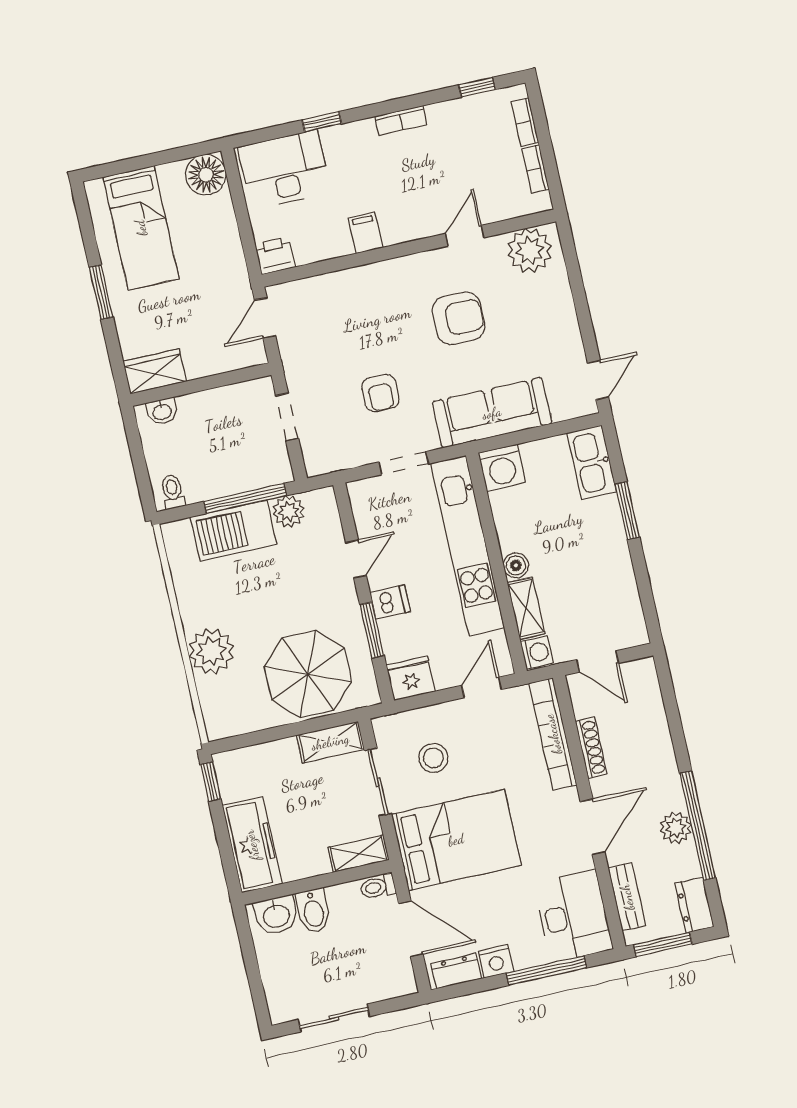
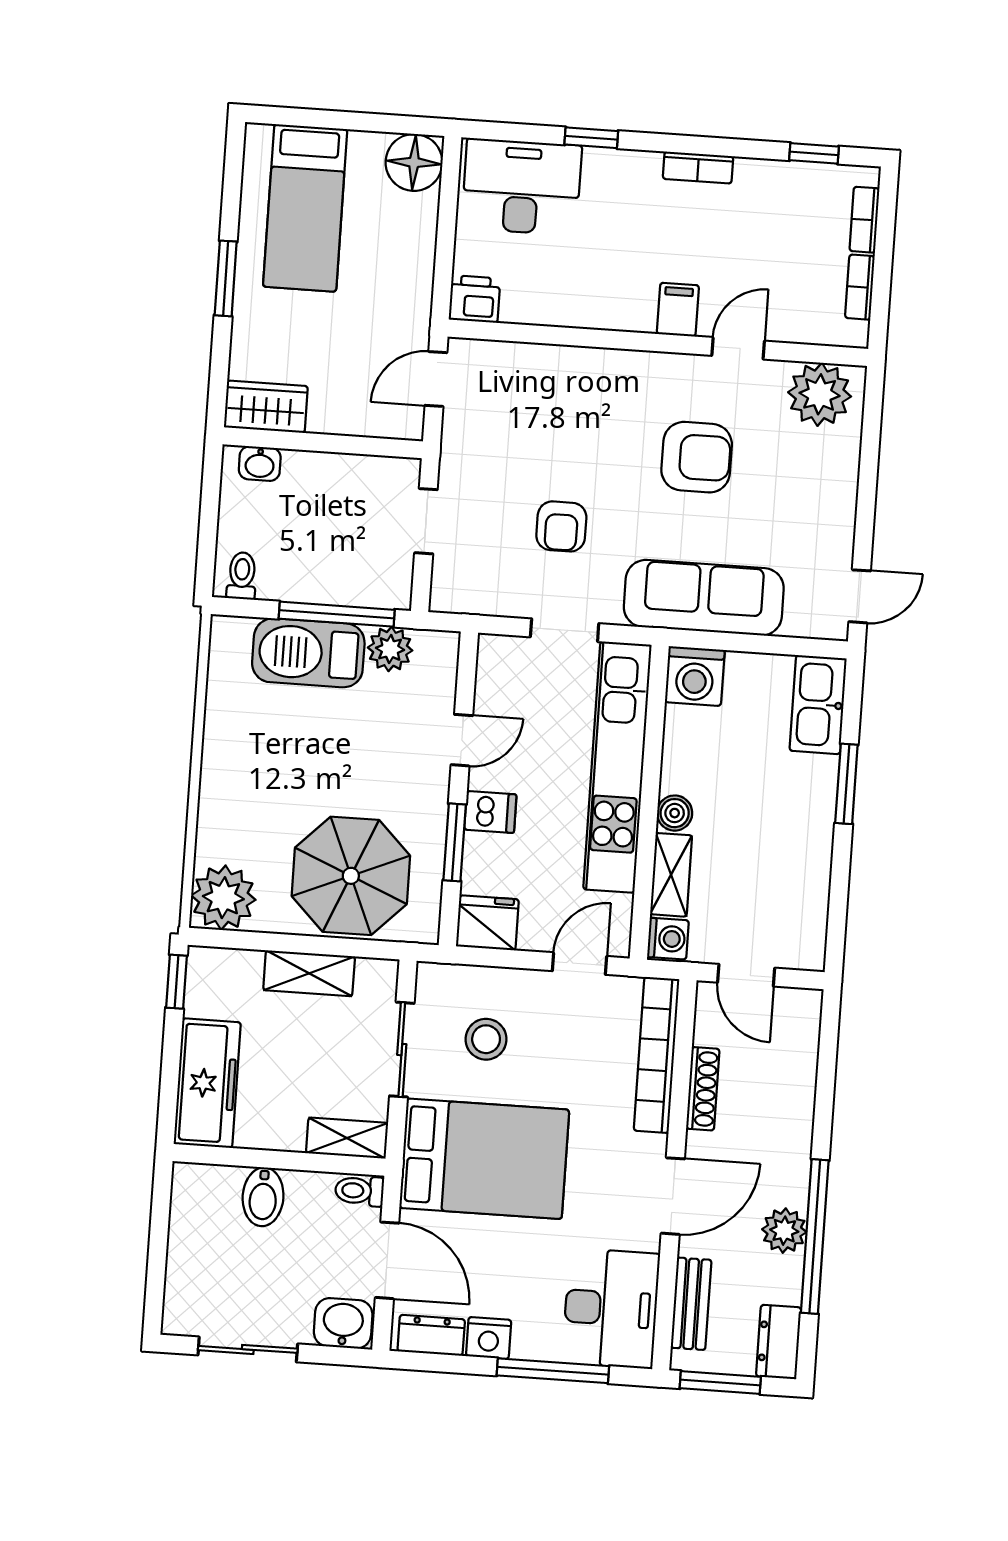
filing cabinet: (365, 233) -> (678, 310), moved
plant: (211, 651) -> (223, 898), moved
shelving: (330, 742) -> (309, 973), moved
washbasin: (276, 915) -> (343, 1323), moved, turned 180

